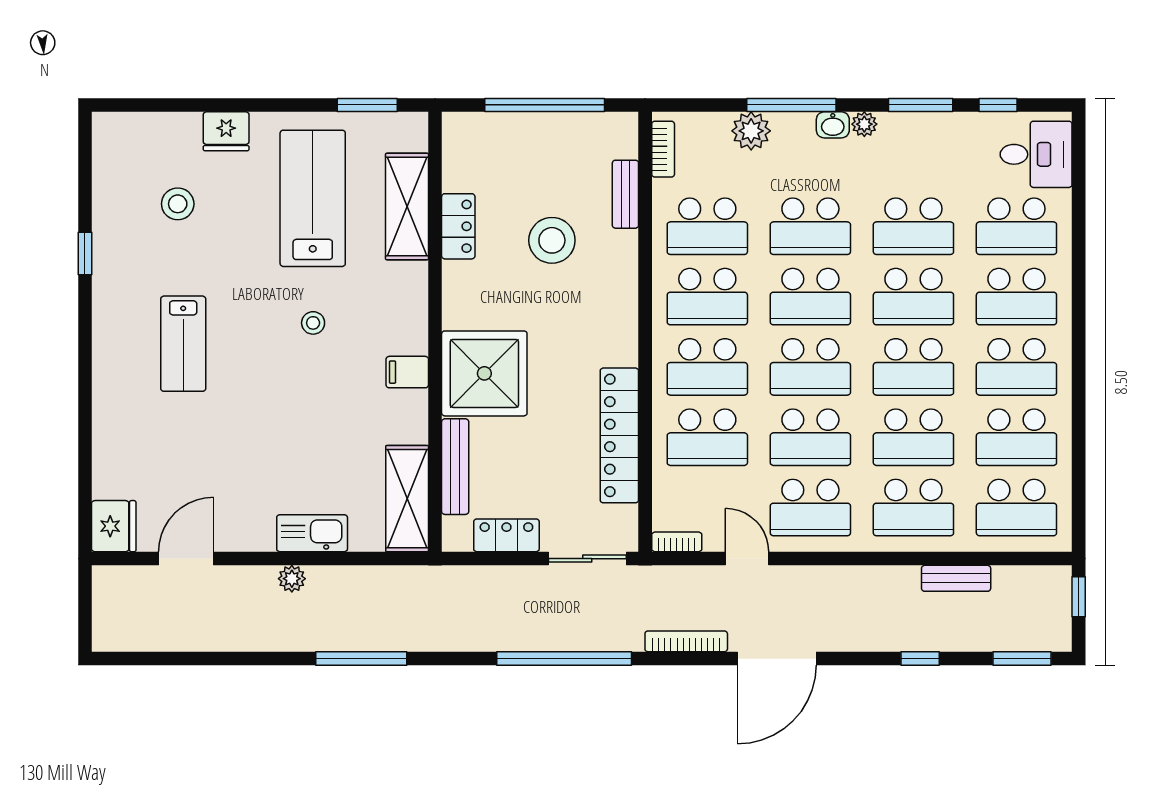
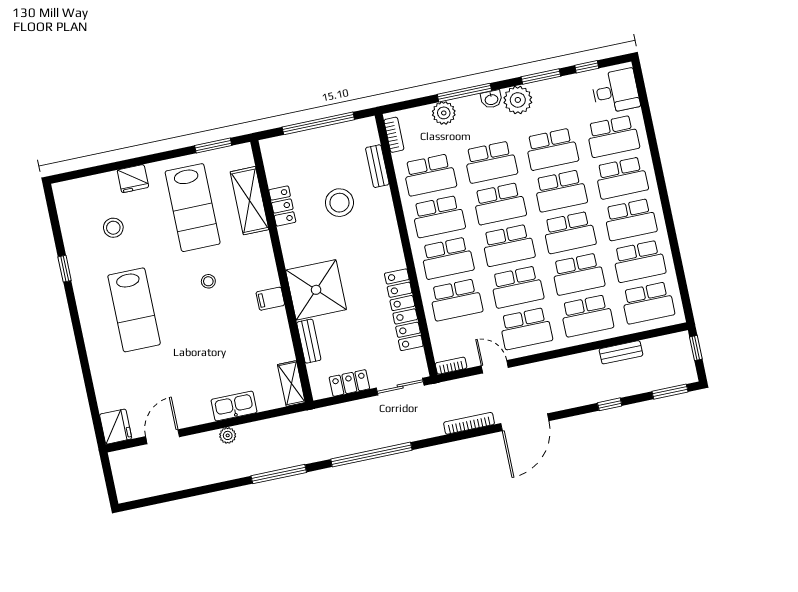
plant: (864, 124) -> (518, 100), width x1.87, depth x1.87
lab bench: (313, 198) -> (193, 208), turned 180
lab bench: (183, 344) -> (134, 310), width x1.36, depth x1.39
bench: (455, 467) -> (309, 341), width x0.73
shelving: (407, 499) -> (291, 383), width x0.67, depth x0.75
window: (564, 659) -> (371, 455), moved

